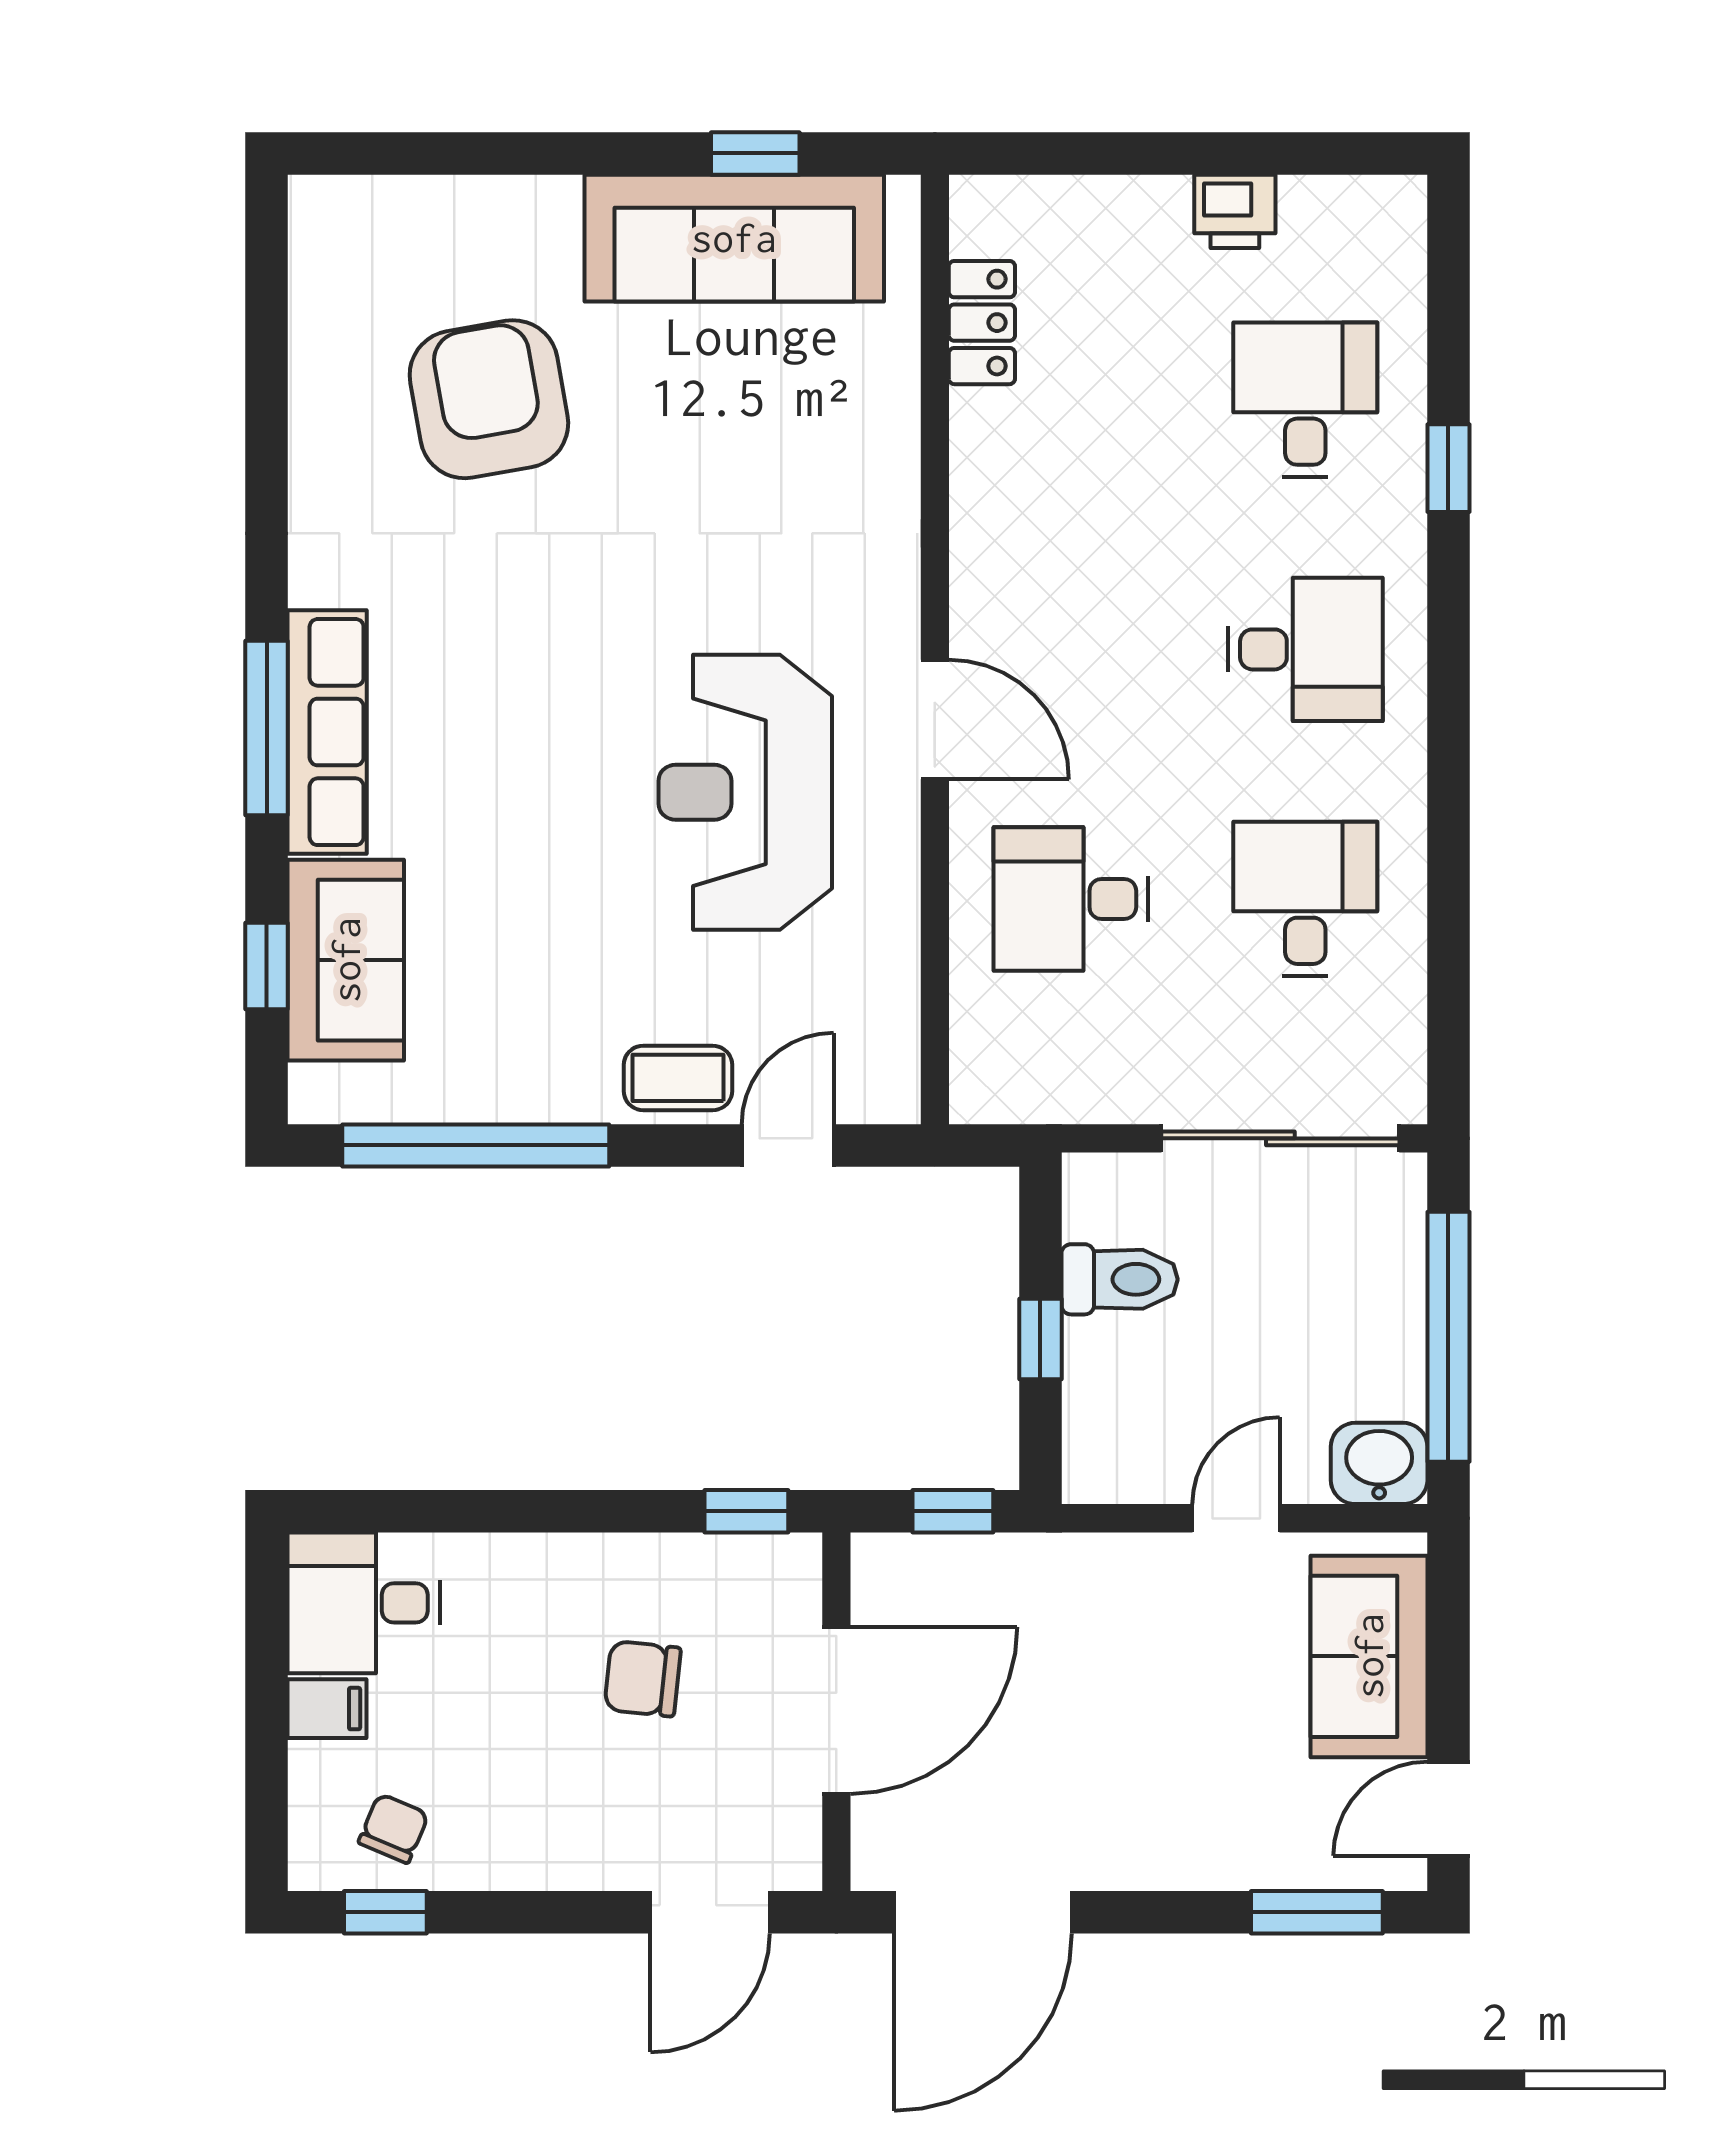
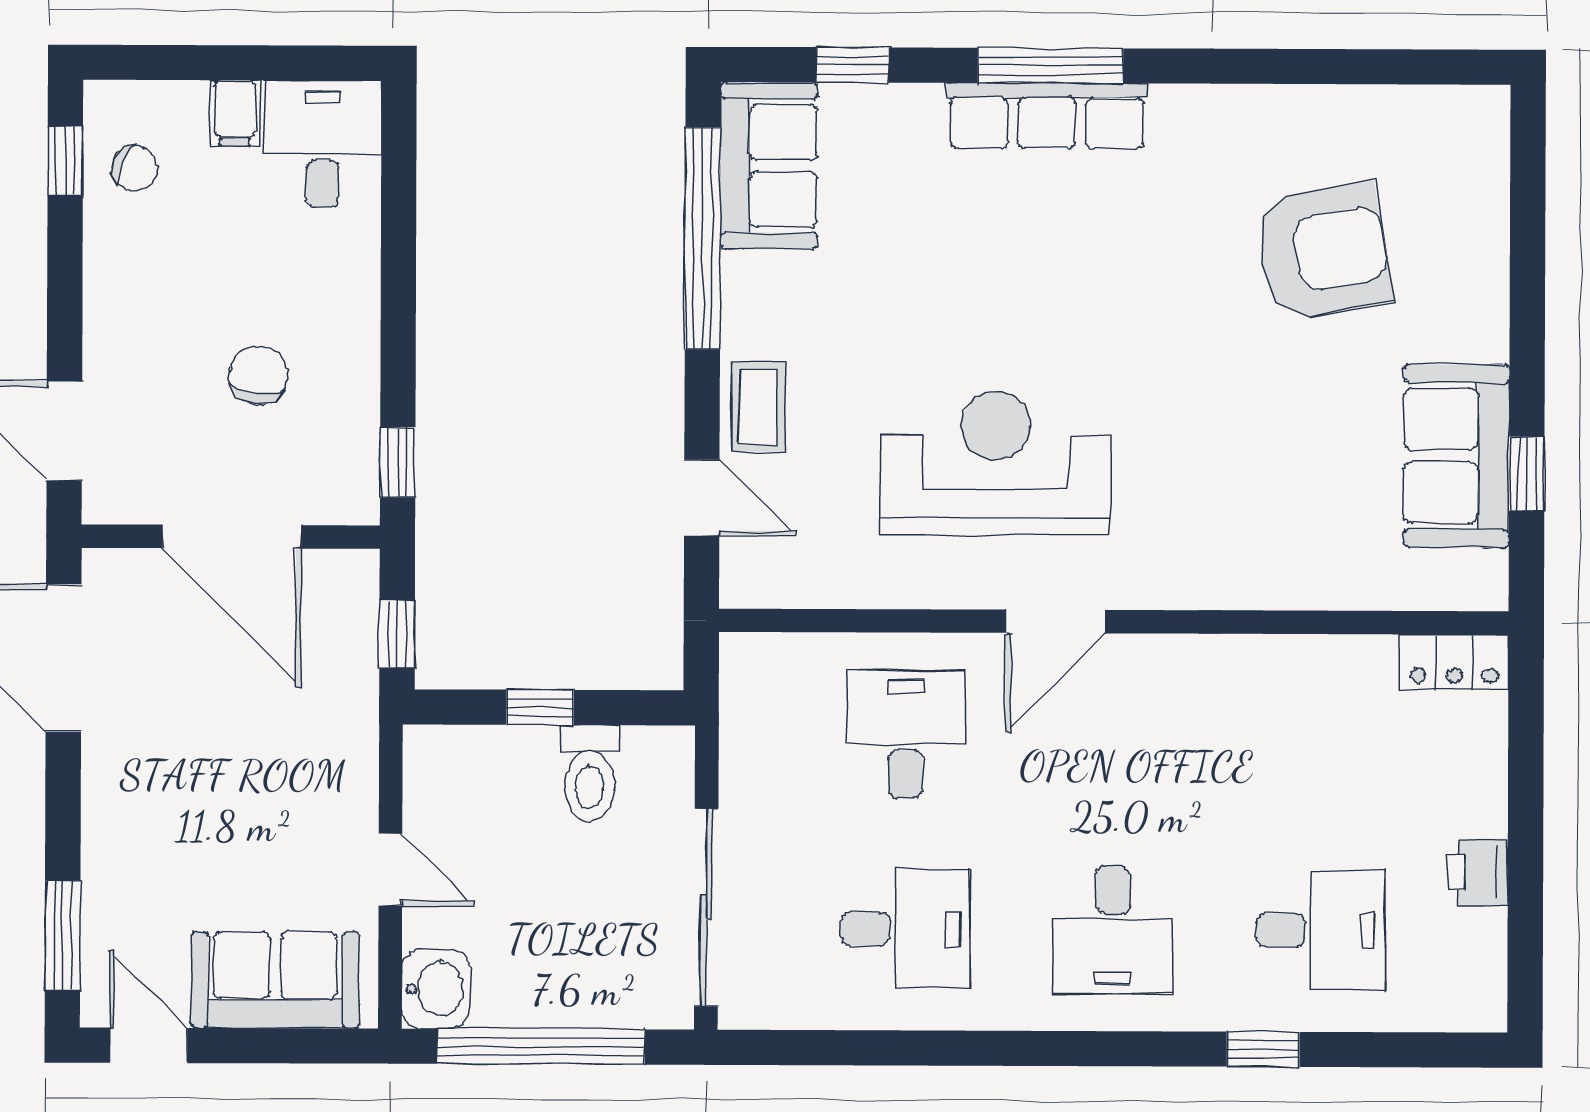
sofa: (734, 238) -> (1456, 456), width x0.73
locker: (982, 323) -> (1454, 662), moved
sofa: (346, 960) -> (769, 166), moved, turned -90

